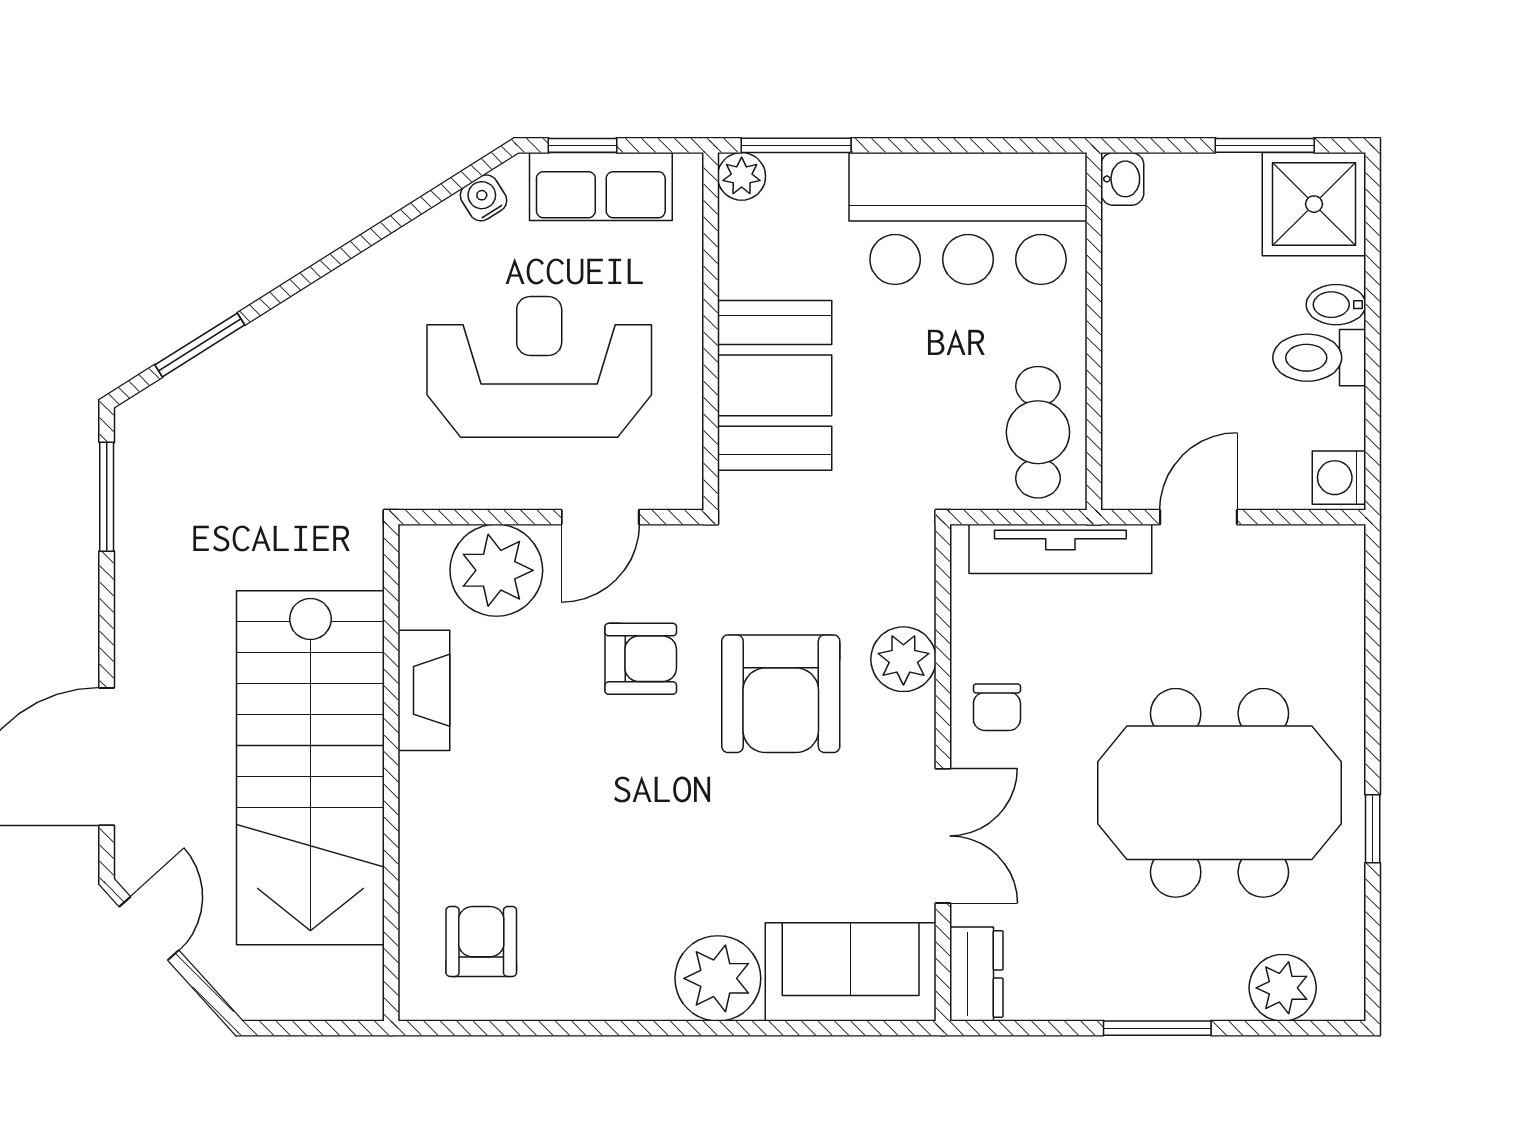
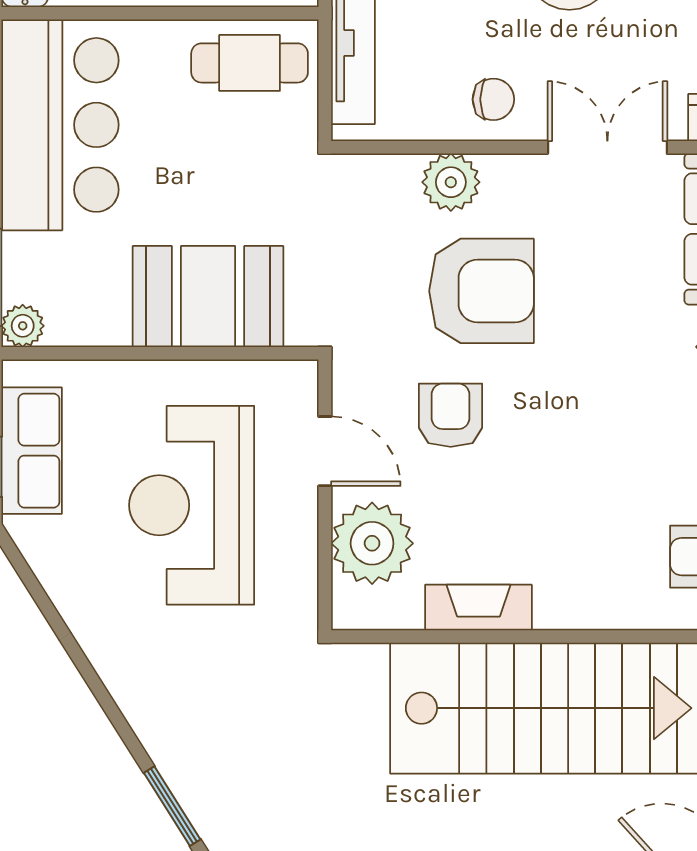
water cooler: (484, 198) -> (42, 555), removed

